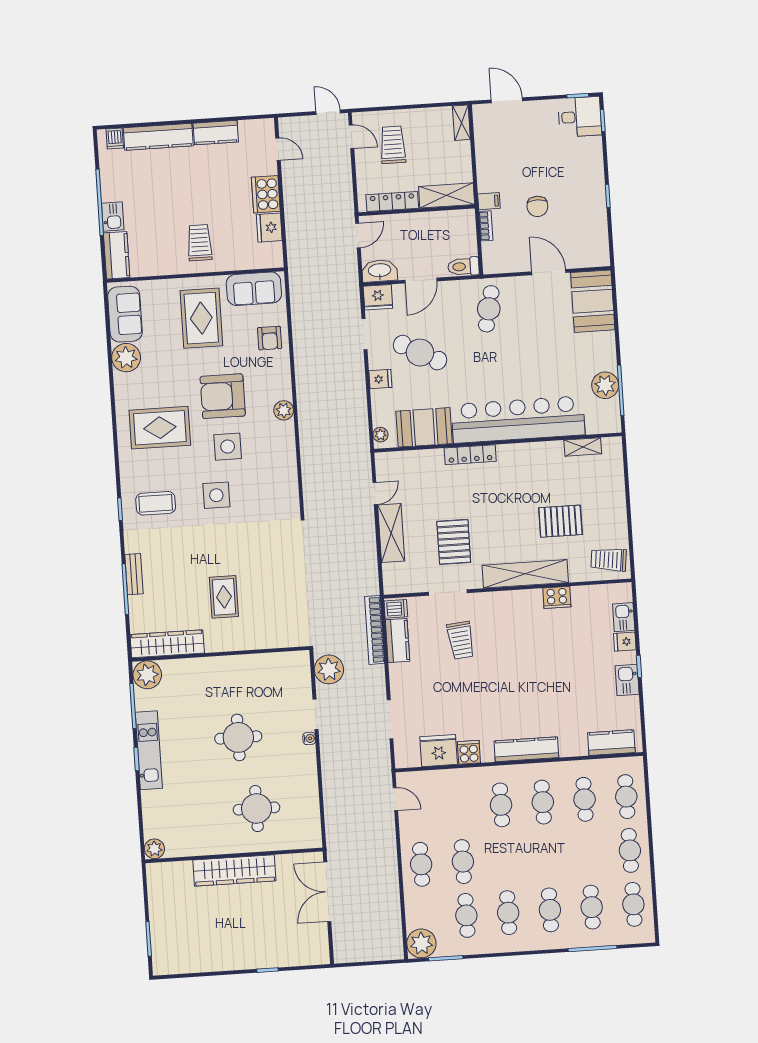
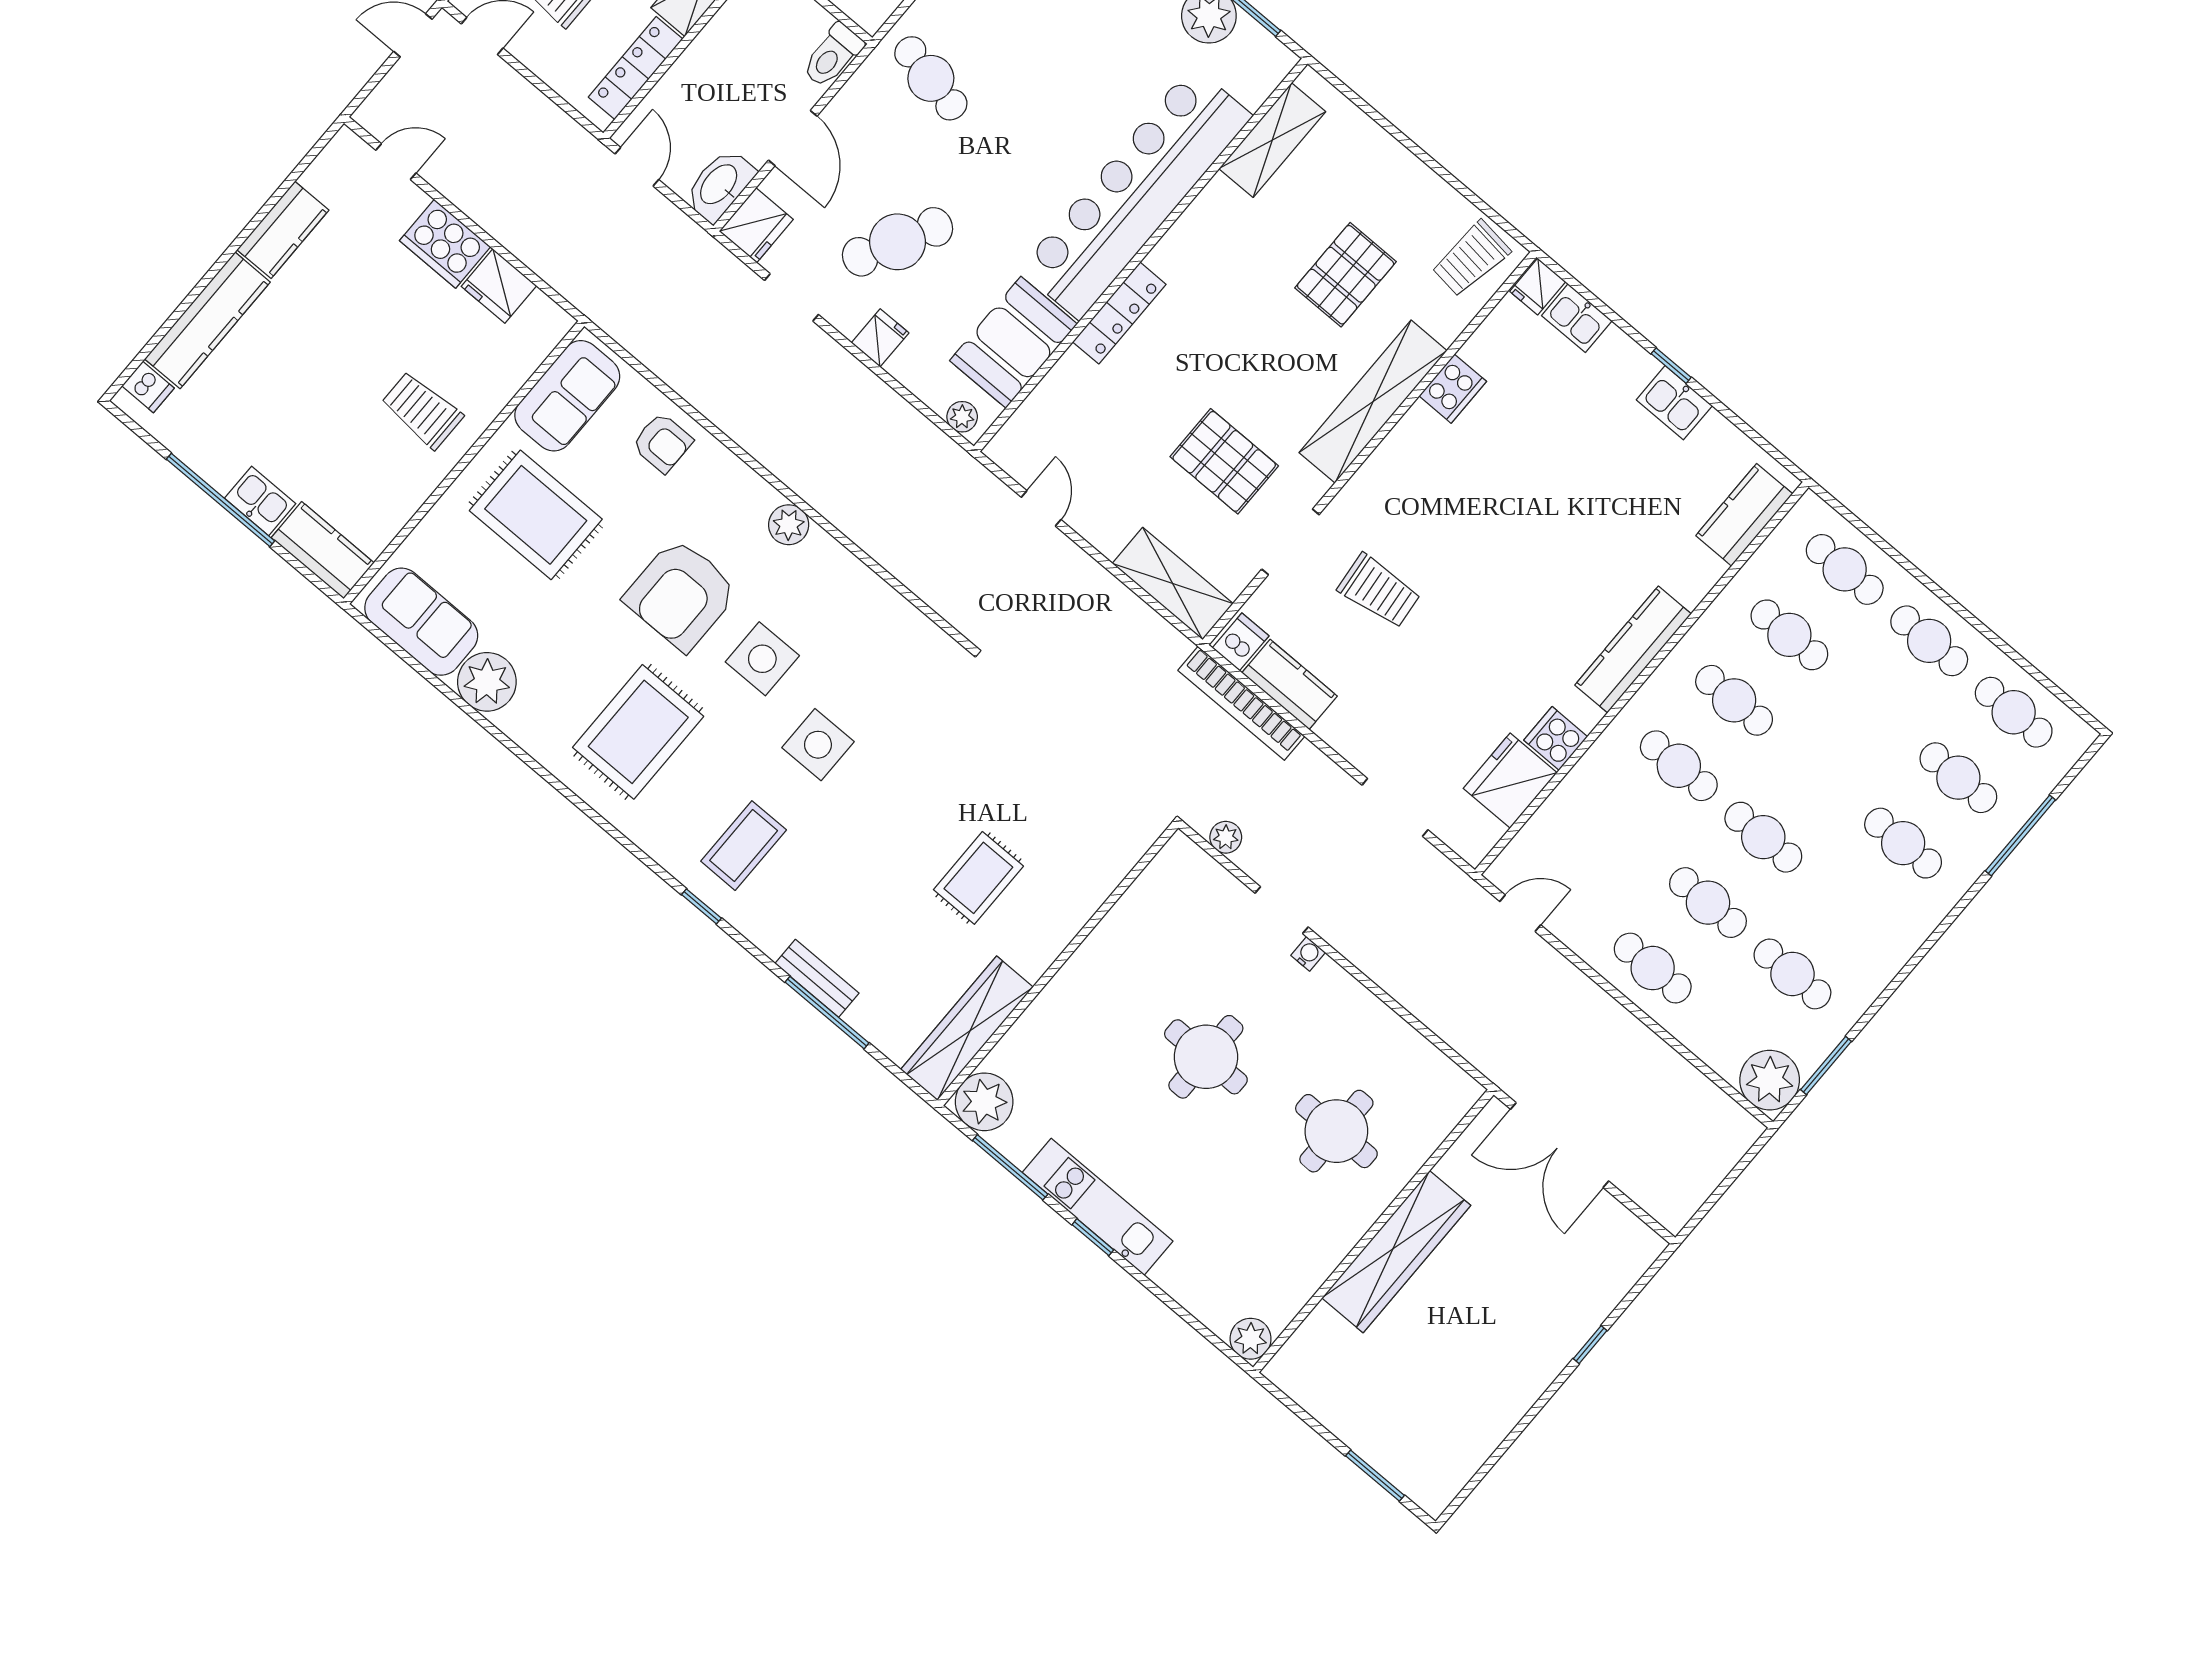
shelving: (583, 447) -> (1272, 140), width x1.50, depth x1.33
shelving: (391, 533) -> (1173, 584), moved
rug: (224, 597) -> (978, 878), turned 90
fridge: (625, 642) -> (1538, 287), moved
plant: (329, 669) -> (1226, 837), width x0.53, depth x0.53
cafe table: (508, 913) -> (1763, 837), moved

